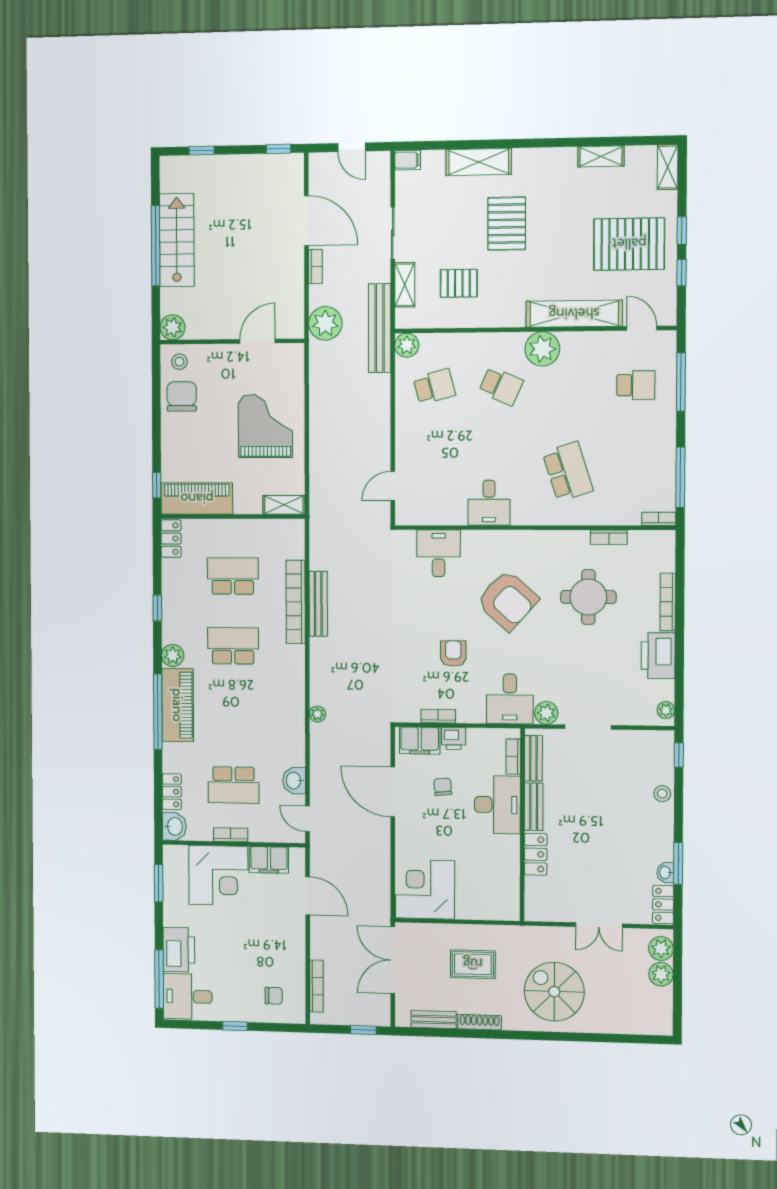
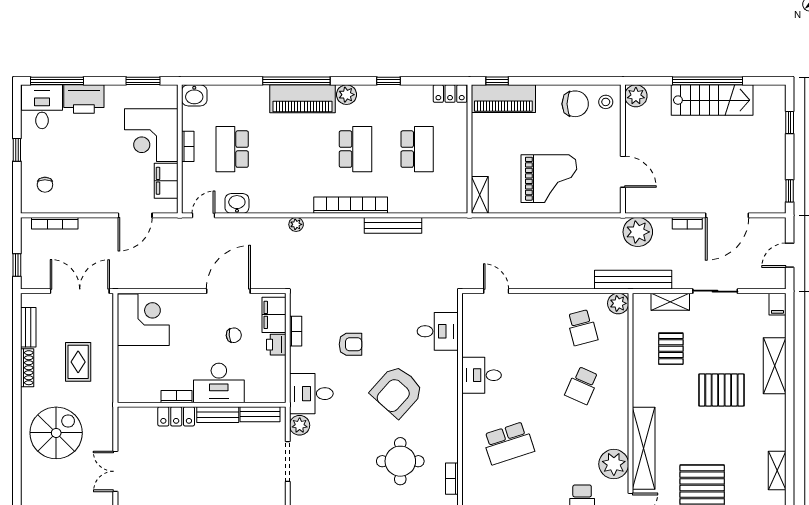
plant: (542, 349) -> (614, 464), moved
piano: (197, 499) -> (503, 99), moved, turned 90
bookcase: (296, 602) -> (351, 205), moved
bookcase: (513, 757) -> (177, 397), moved
locker: (172, 792) -> (225, 93), removed

